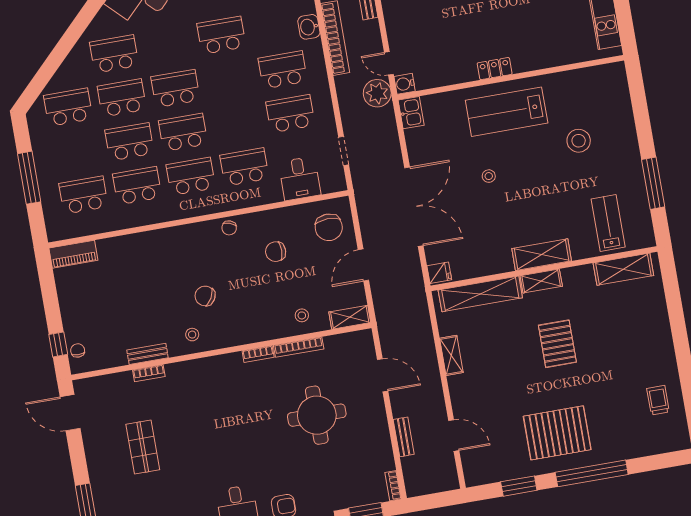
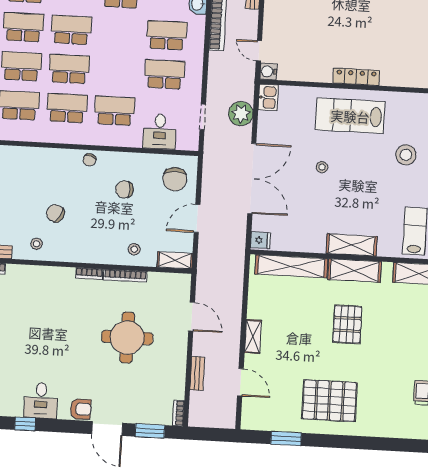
locker: (495, 69) -> (356, 77), width x1.53
plant: (377, 93) -> (241, 114), moved
shelving: (541, 281) -> (355, 271), width x1.50, depth x1.33
shelving: (451, 355) -> (253, 336), moved
window: (592, 473) -> (351, 442), removed

